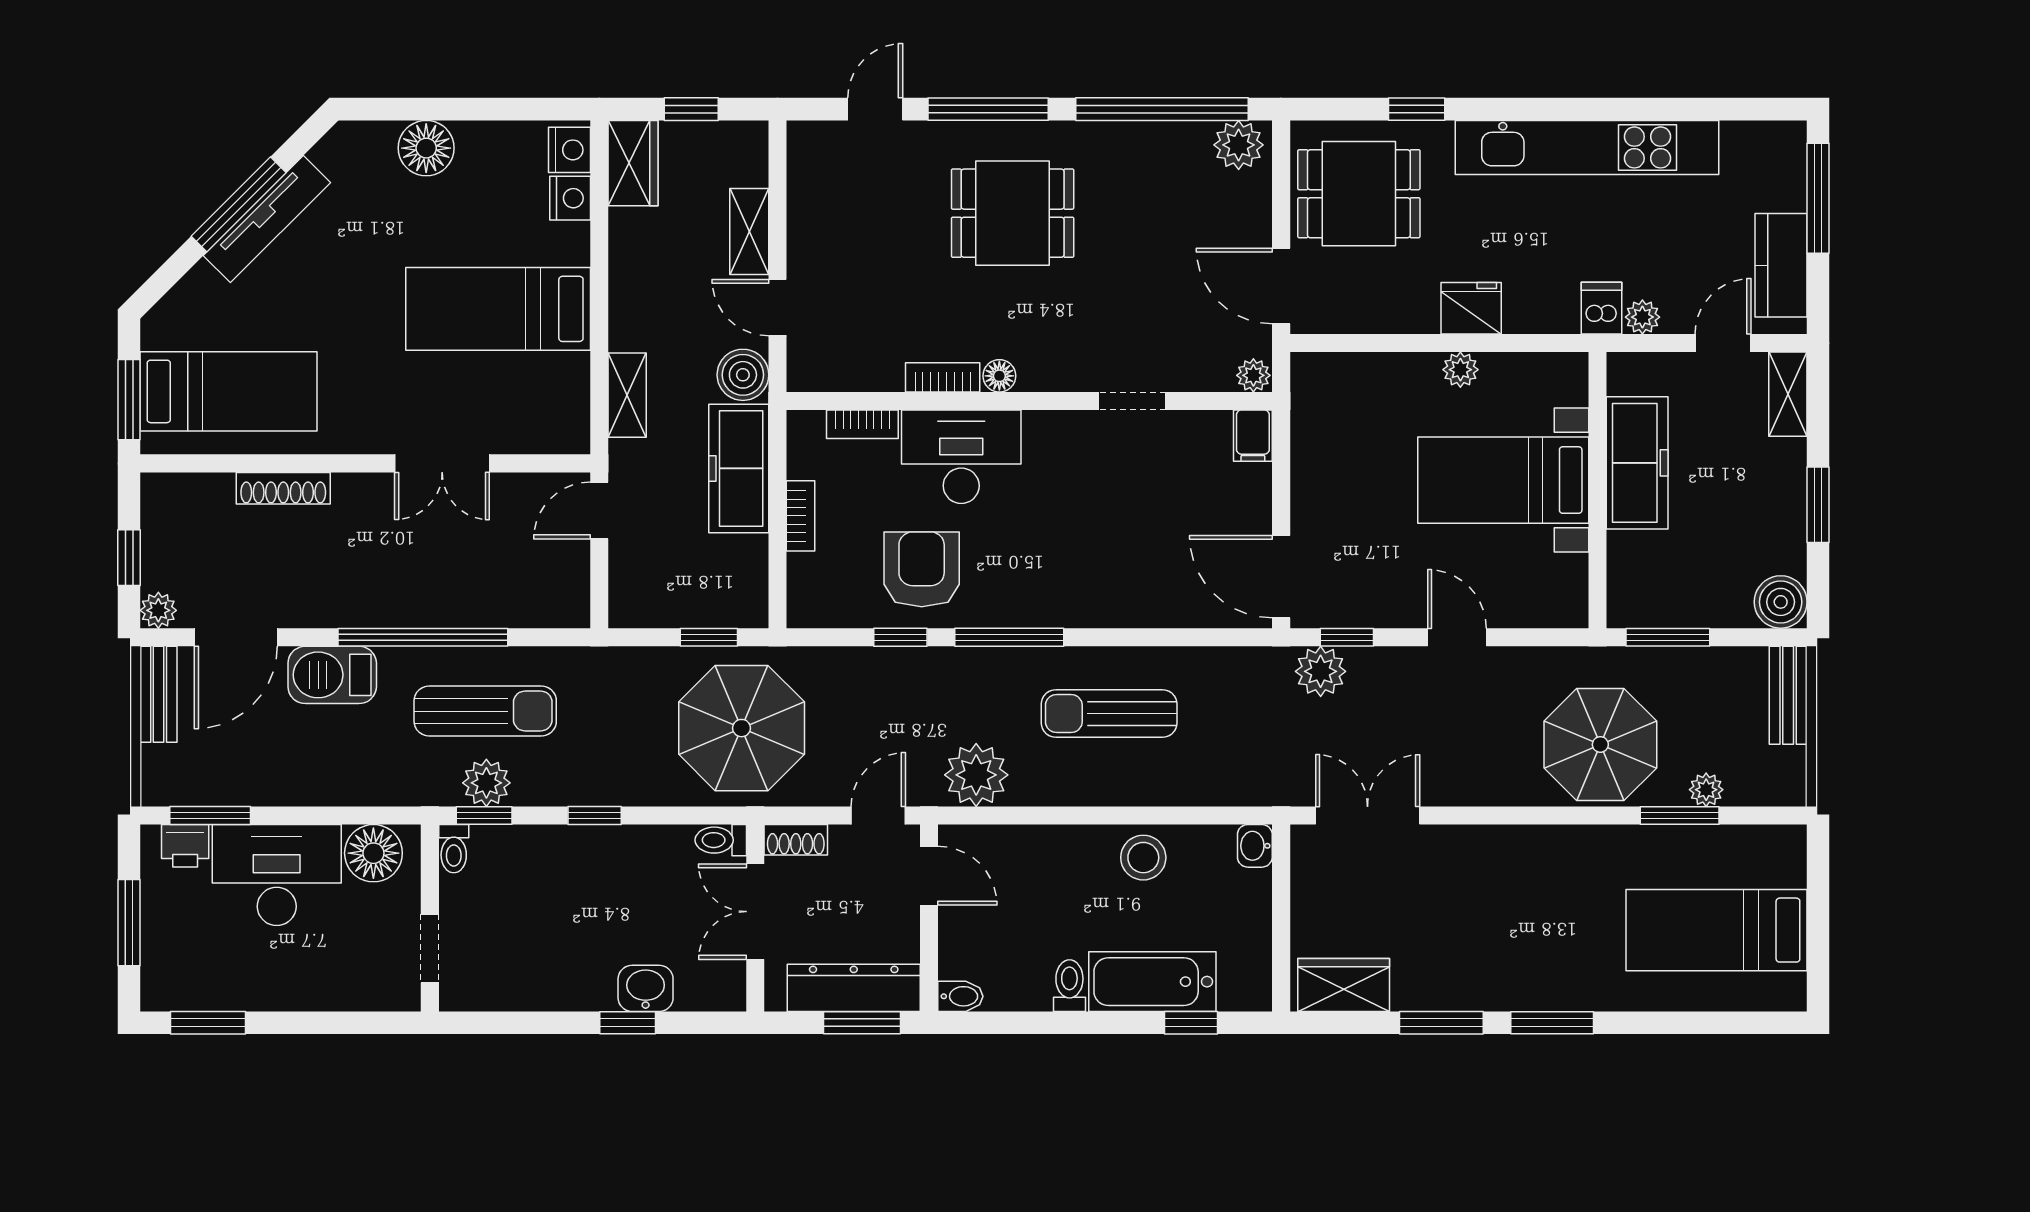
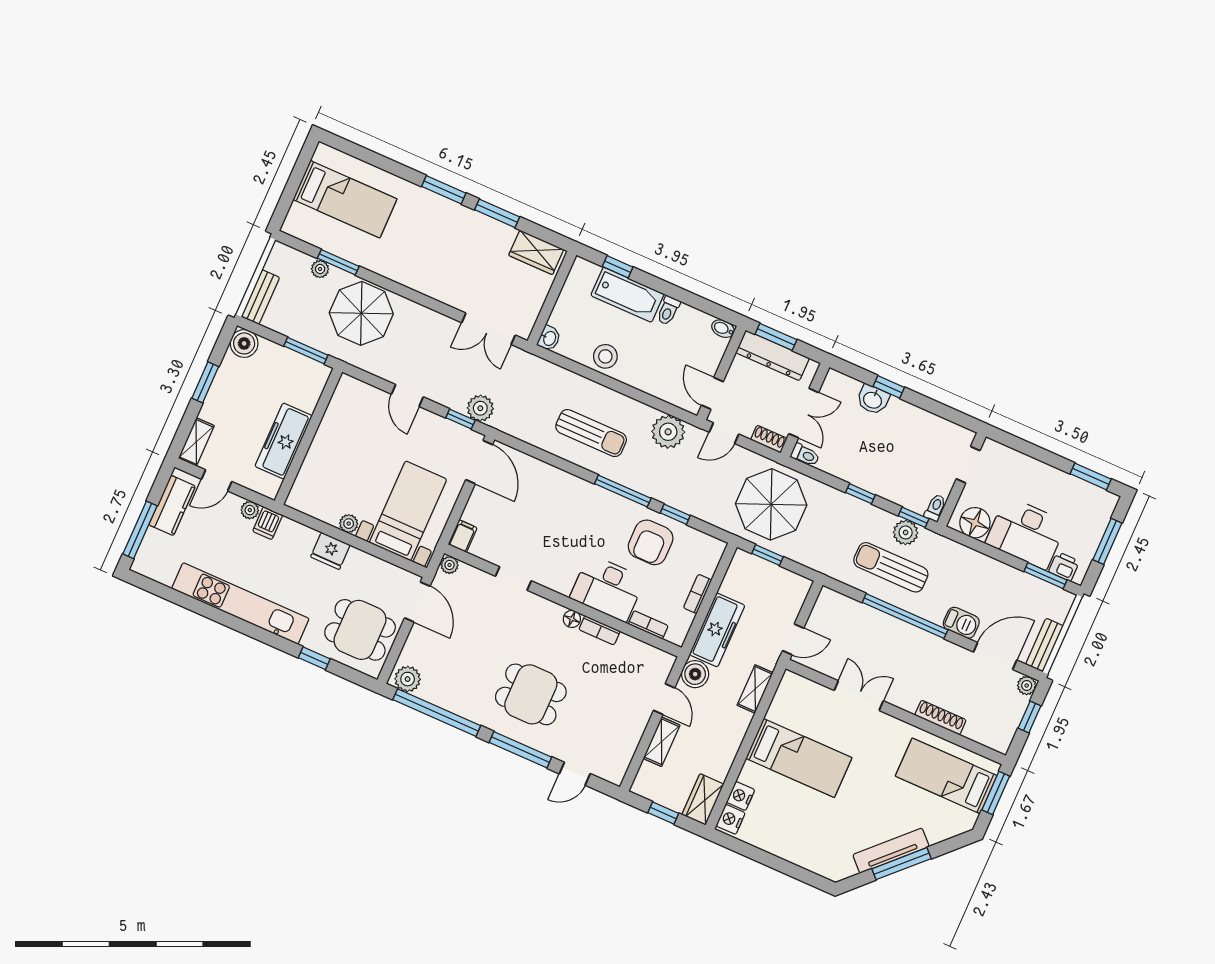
floor lamp: (426, 148) -> (799, 851), removed
bed with nightstands: (1503, 480) -> (408, 511), moved, turned -90
barbecue: (332, 675) -> (961, 623), width x0.73, depth x0.79

